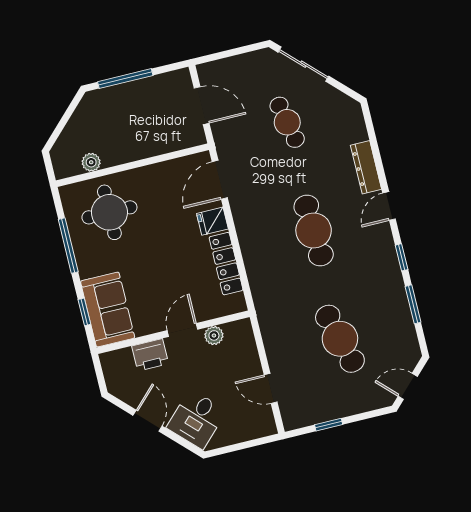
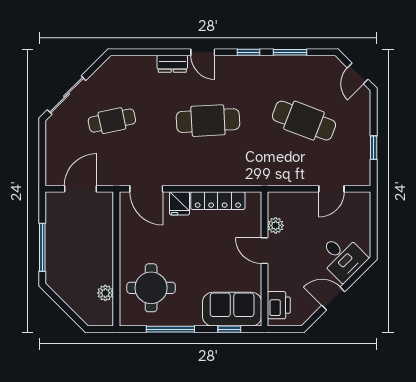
dresser: (366, 167) -> (172, 64), width x0.70
cafe table: (340, 339) -> (304, 121), turned 36
printer: (150, 355) -> (279, 305), moved

